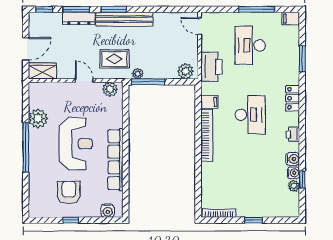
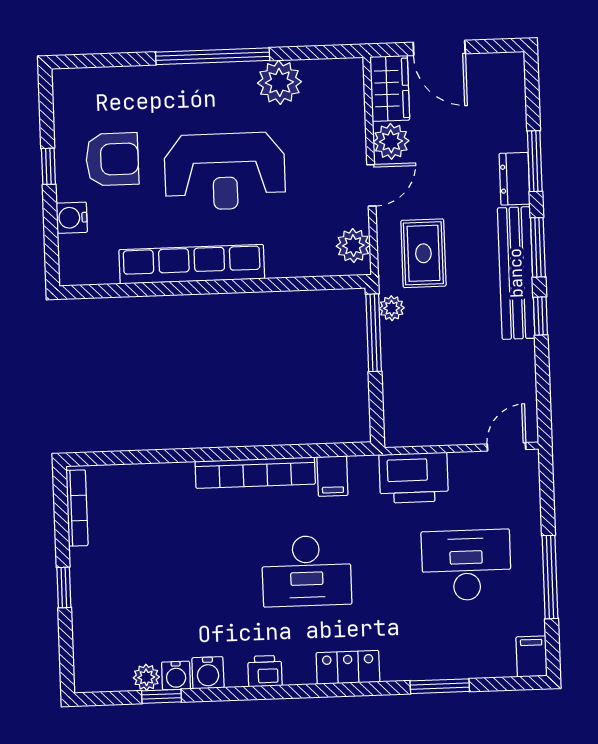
window: (44, 9) -> (540, 316), moved
dresser: (79, 18) -> (515, 179), width x0.70
plant: (186, 71) -> (391, 141), moved
water cooler: (108, 211) -> (72, 218), moved

